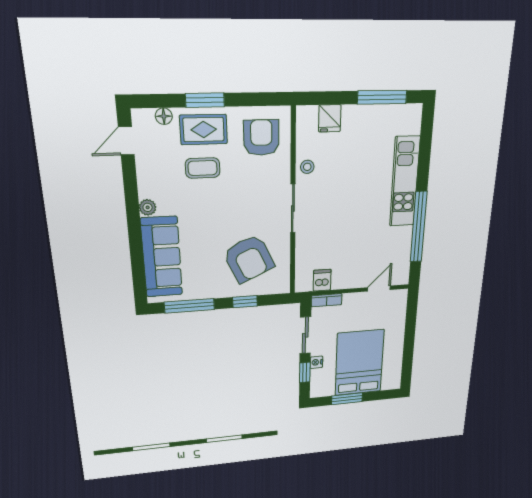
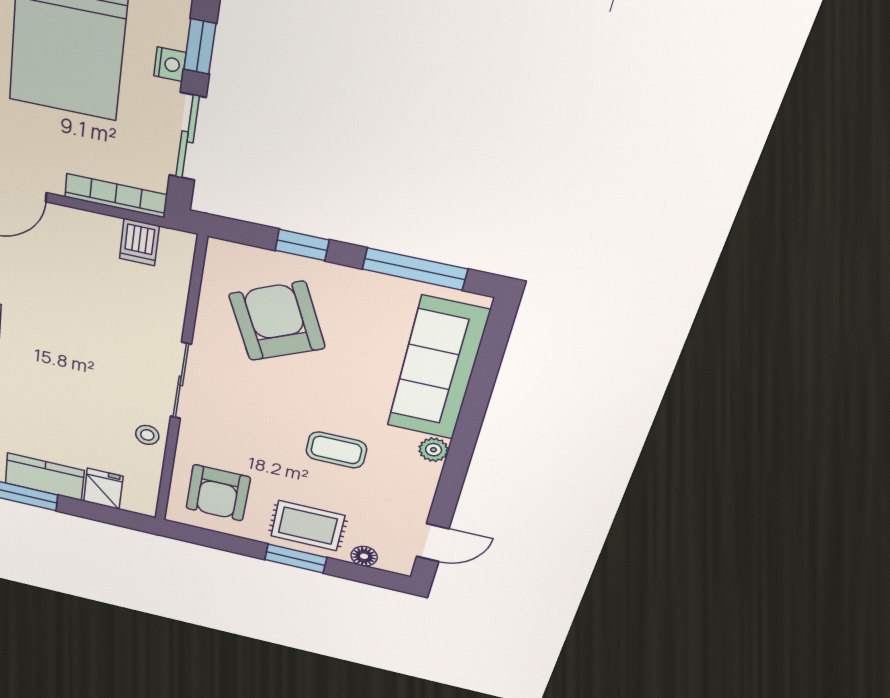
kitchen counter: (365, 116) -> (45, 477), added
coffee table: (203, 168) -> (336, 450), moved
bookcase: (327, 300) -> (116, 196), width x1.56

